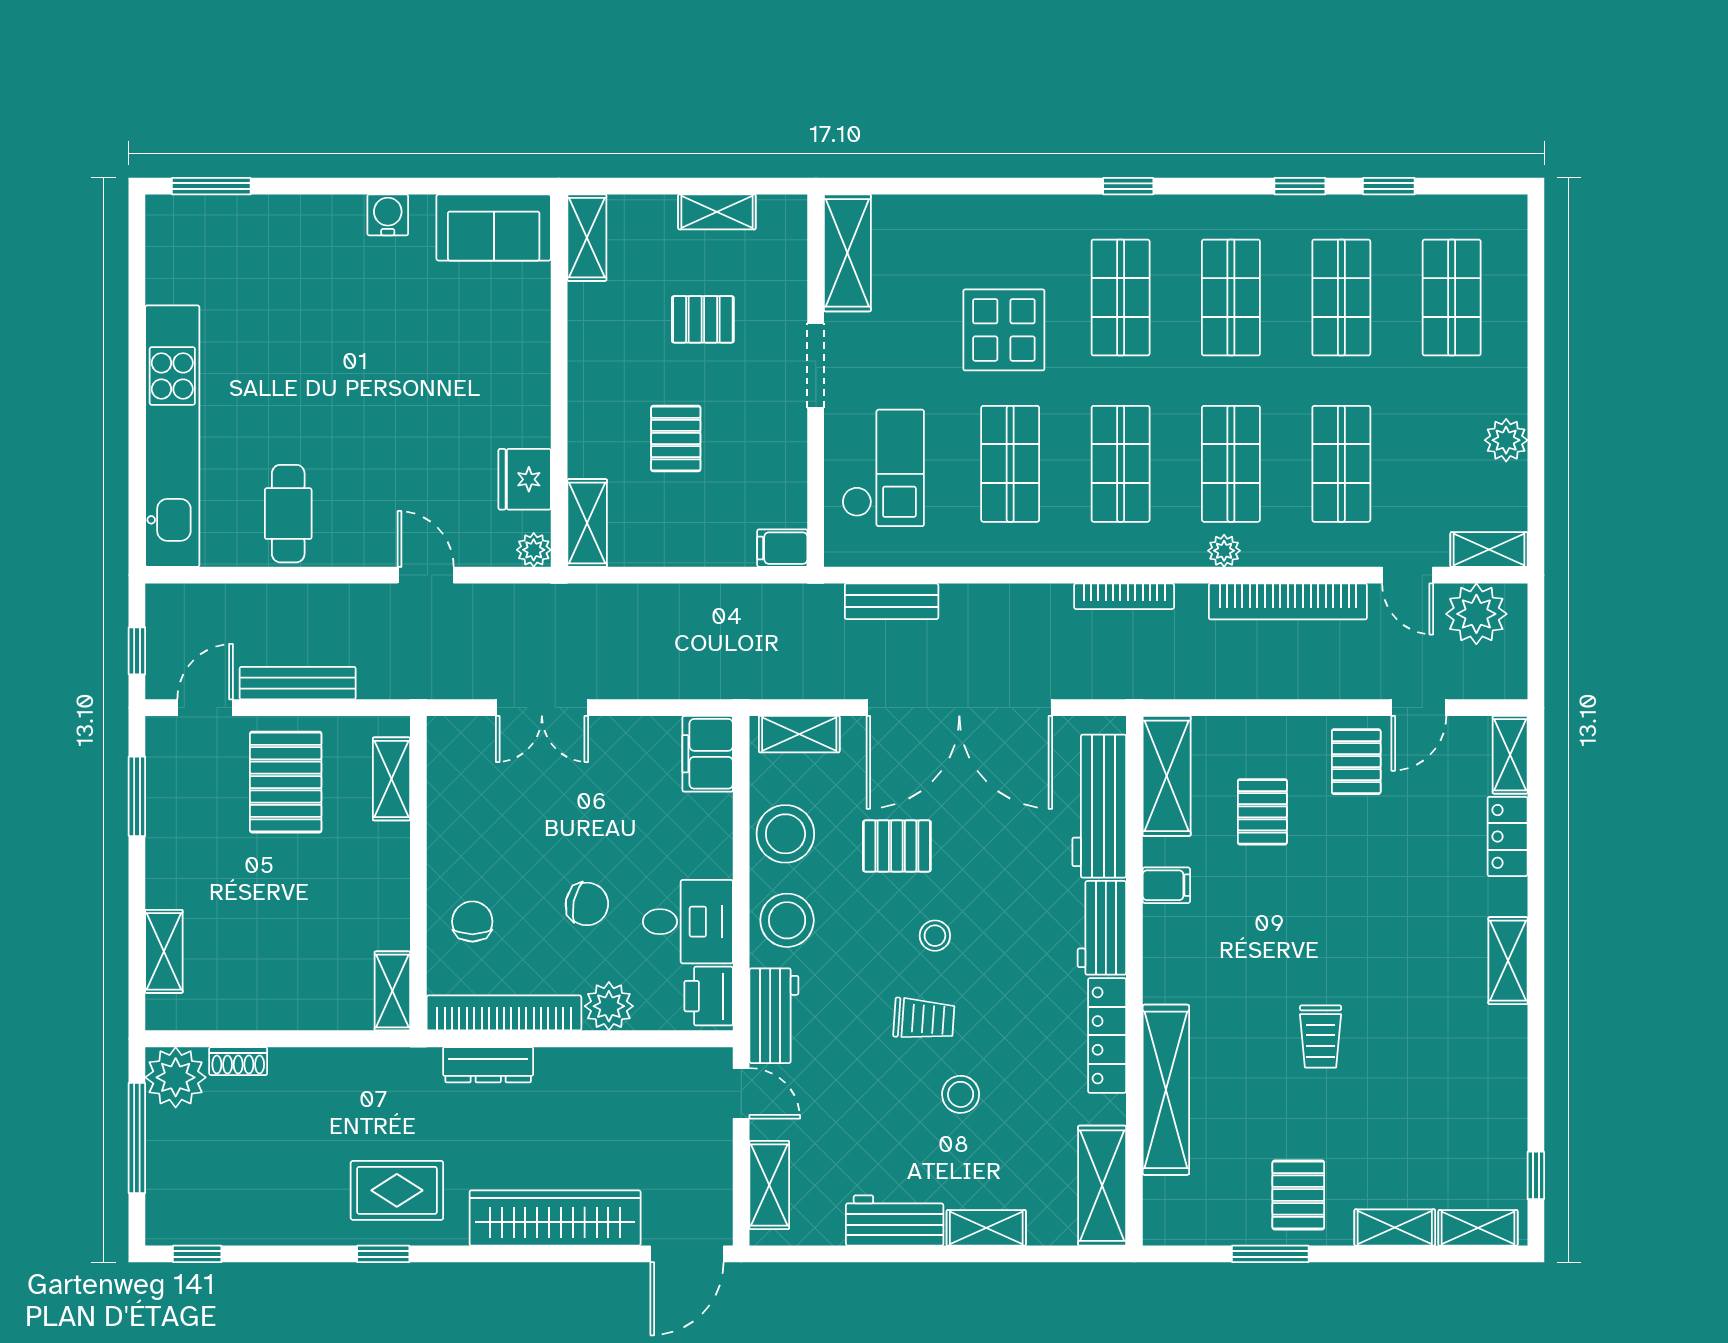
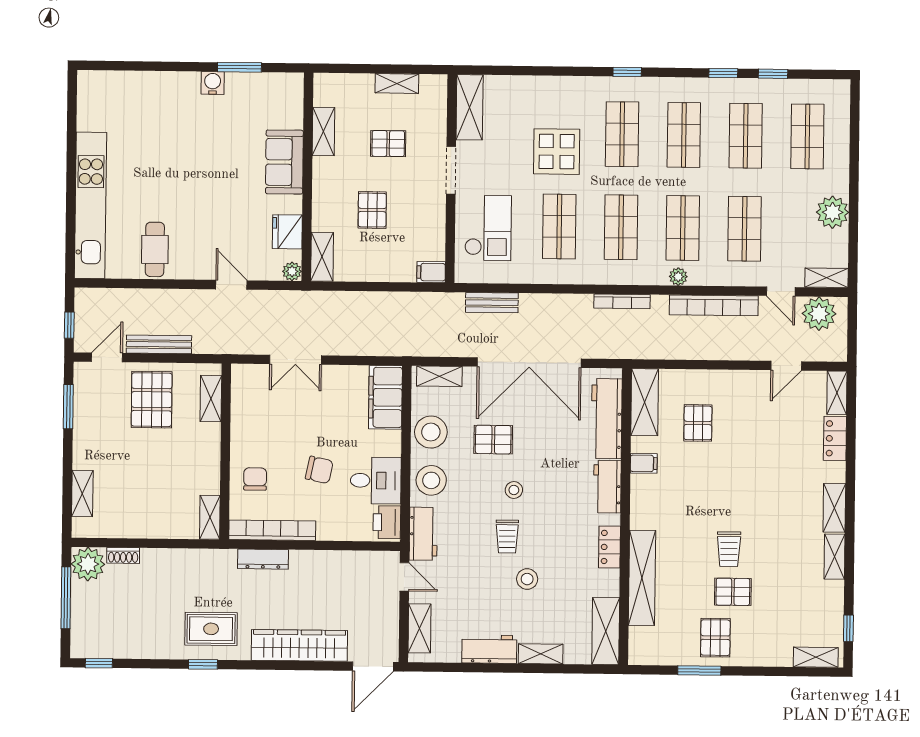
window: (211, 186) -> (239, 67), moved
sofa: (494, 228) -> (284, 162), moved, turned 90
shelving: (587, 238) -> (323, 131), moved
plant: (1506, 440) -> (833, 212), width x1.36, depth x1.36
filing cabinet: (708, 754) -> (385, 397), width x1.50, depth x1.17
pallet: (1356, 762) -> (733, 592), moved, turned 90
plant: (609, 1006) -> (331, 527), removed
trolley: (924, 1019) -> (507, 537), turned 86
locker: (1107, 1035) -> (610, 547), width x0.66
shelving: (1395, 1228) -> (835, 557), moved, turned 90

